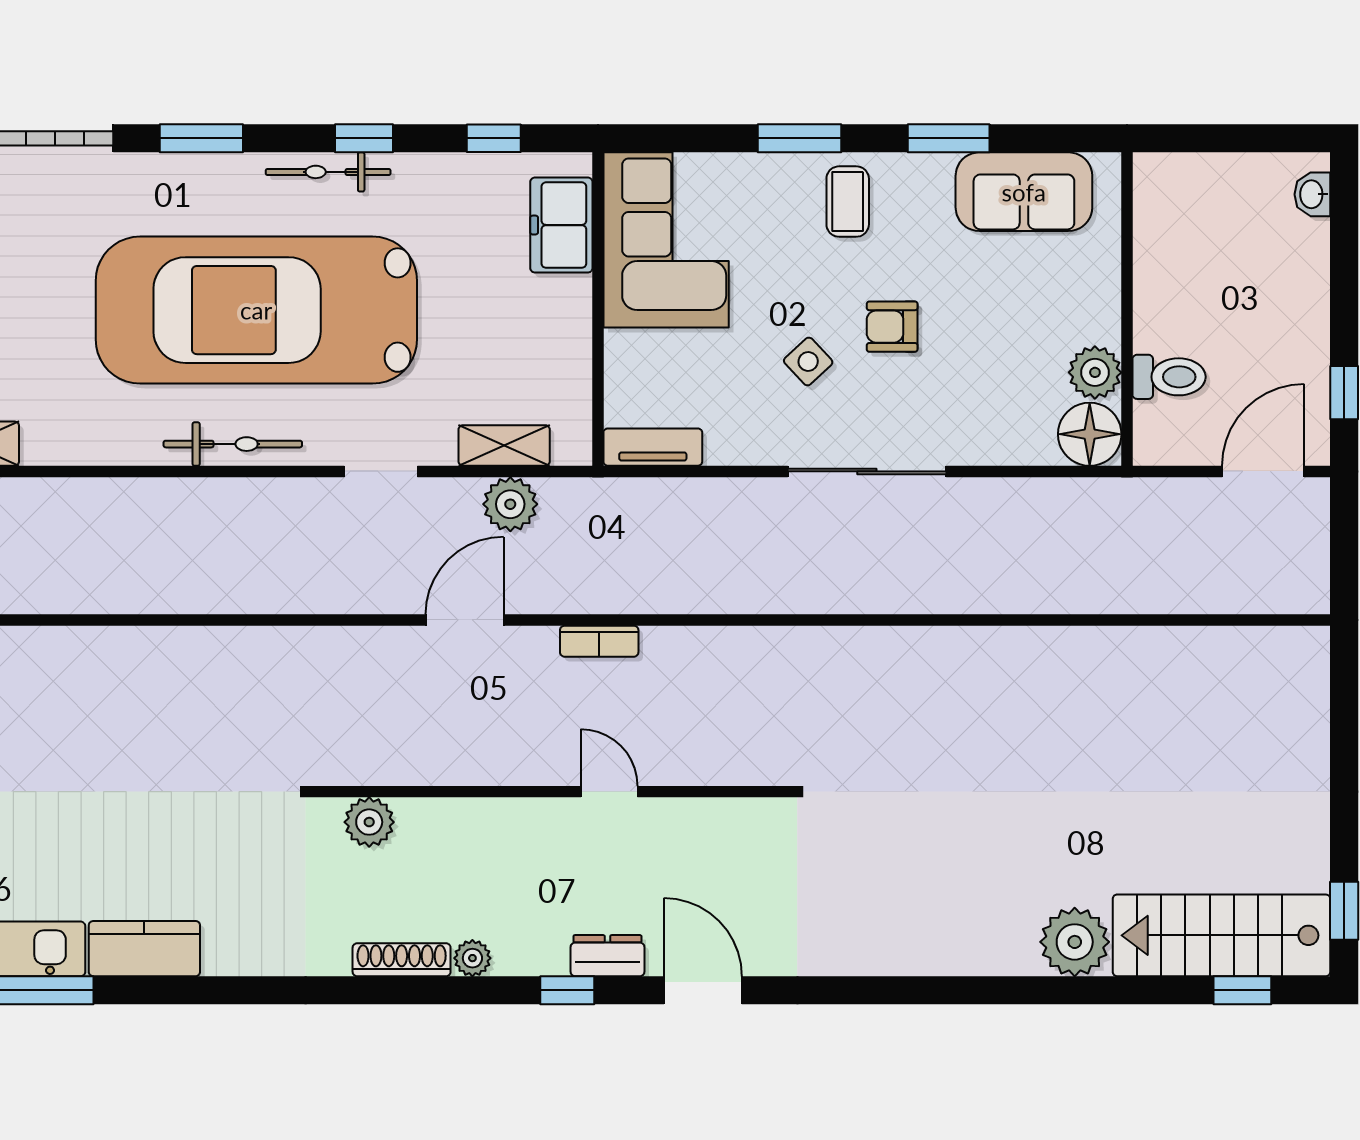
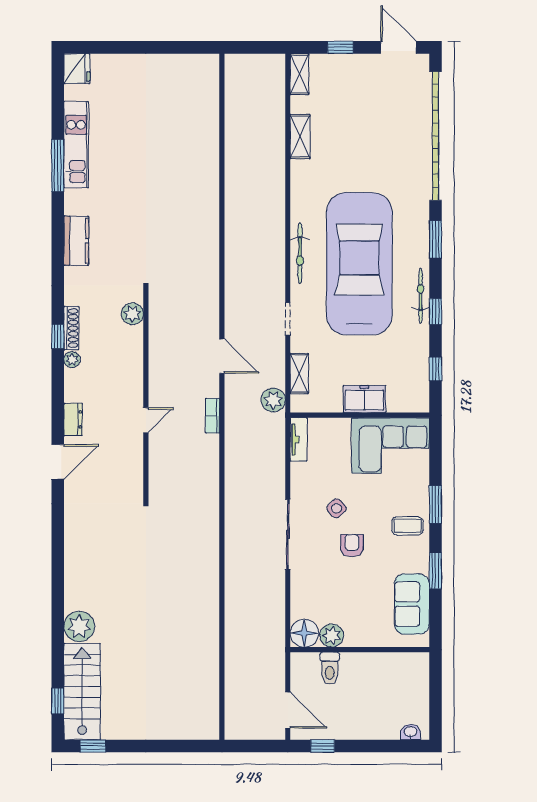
freezer: (561, 225) -> (364, 399), moved
plant: (510, 504) -> (273, 400), moved
kitchen counter: (144, 949) -> (76, 241), moved
window: (567, 990) -> (58, 336), moved

